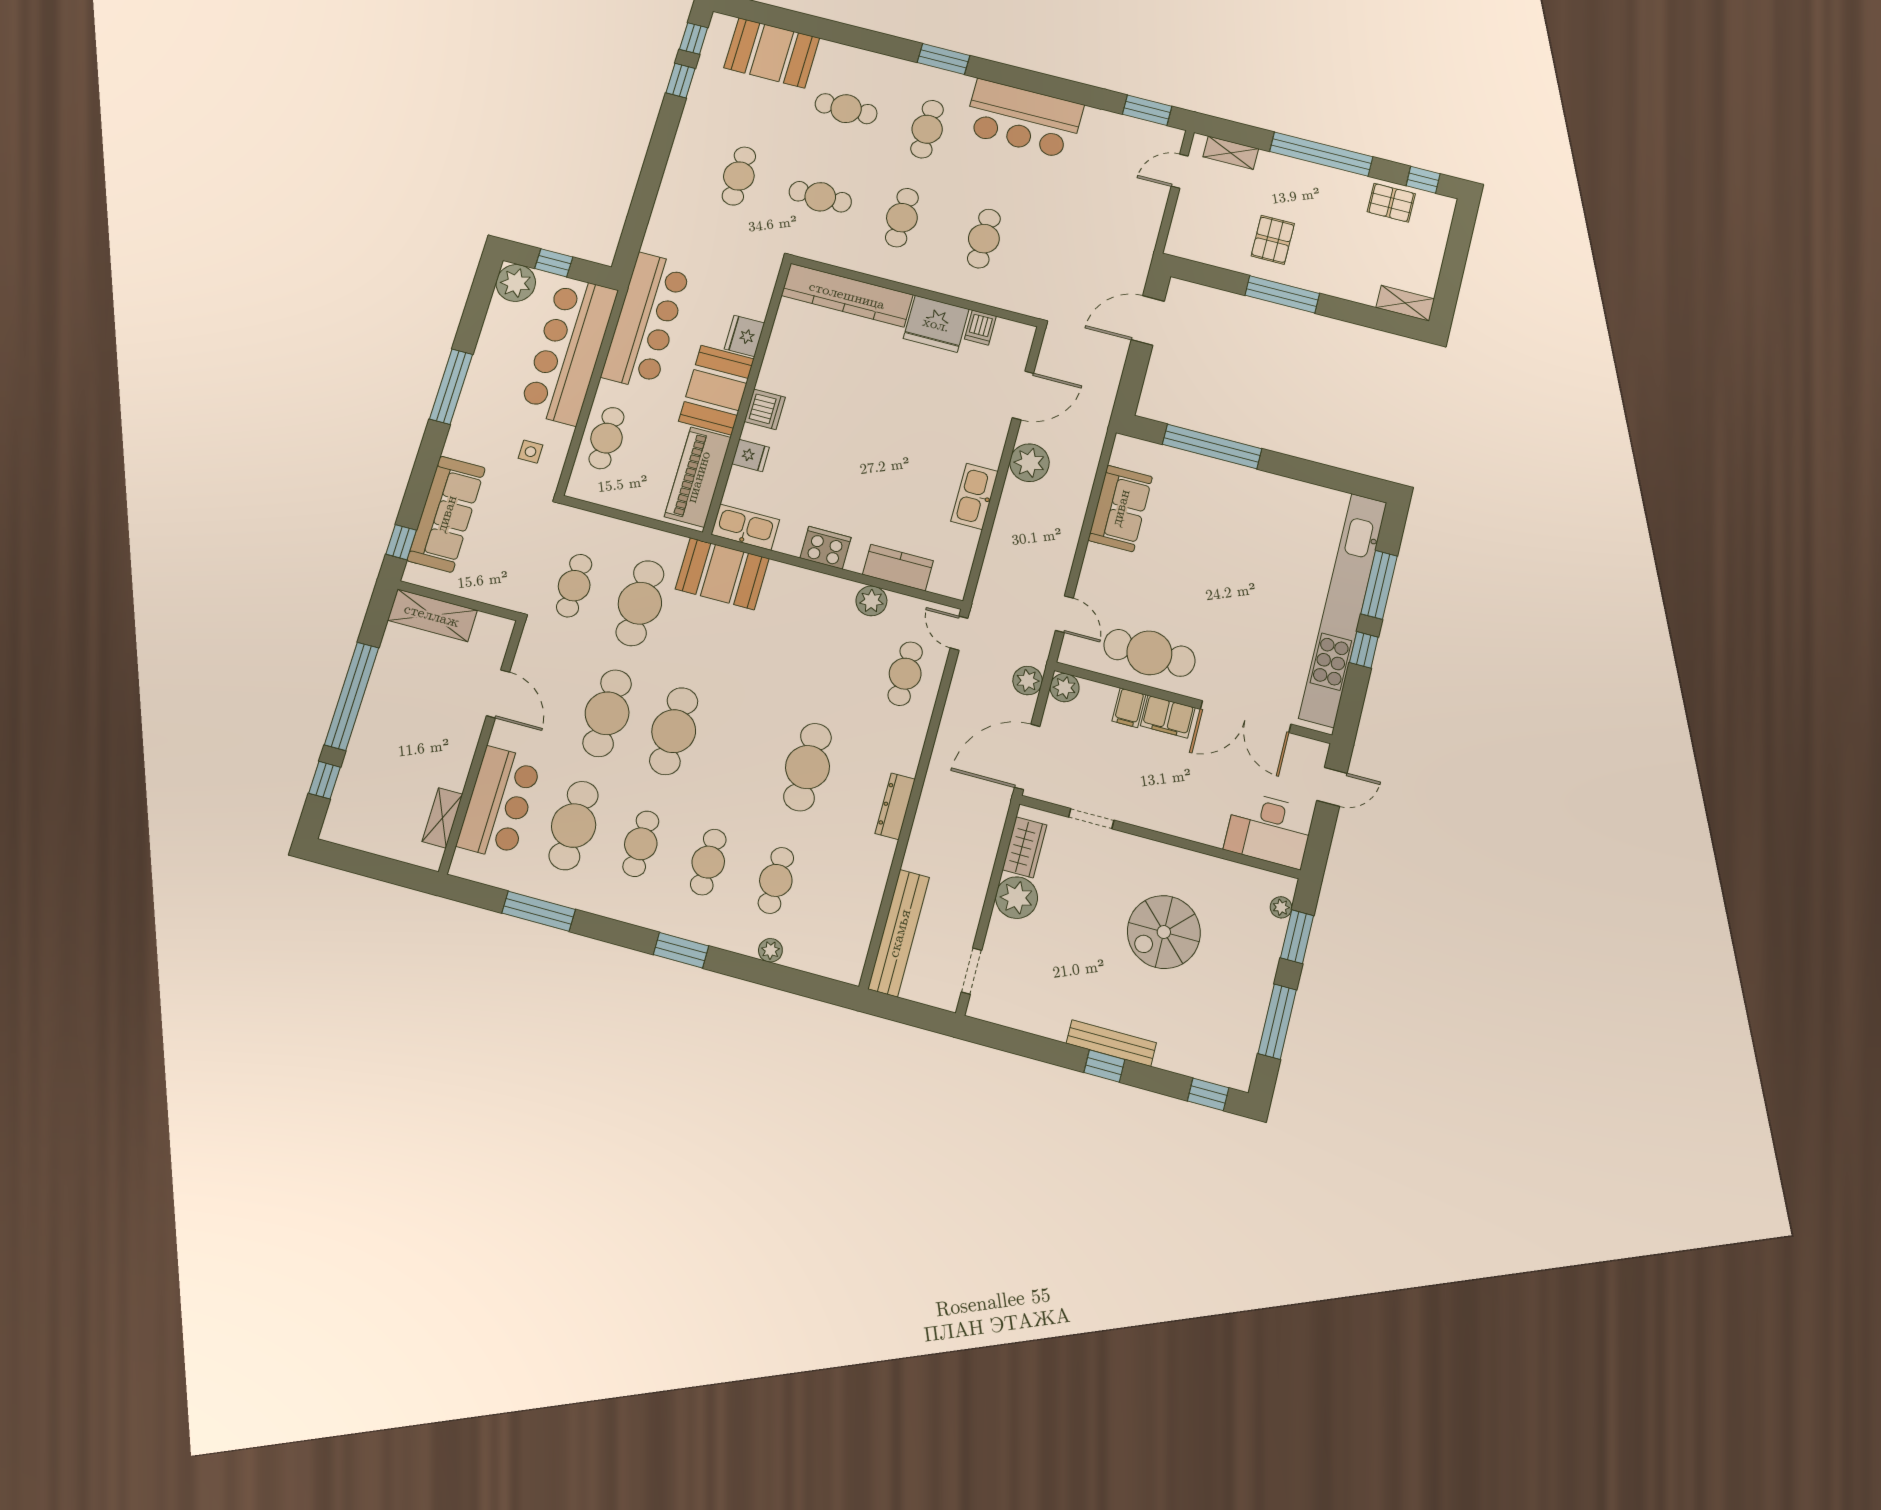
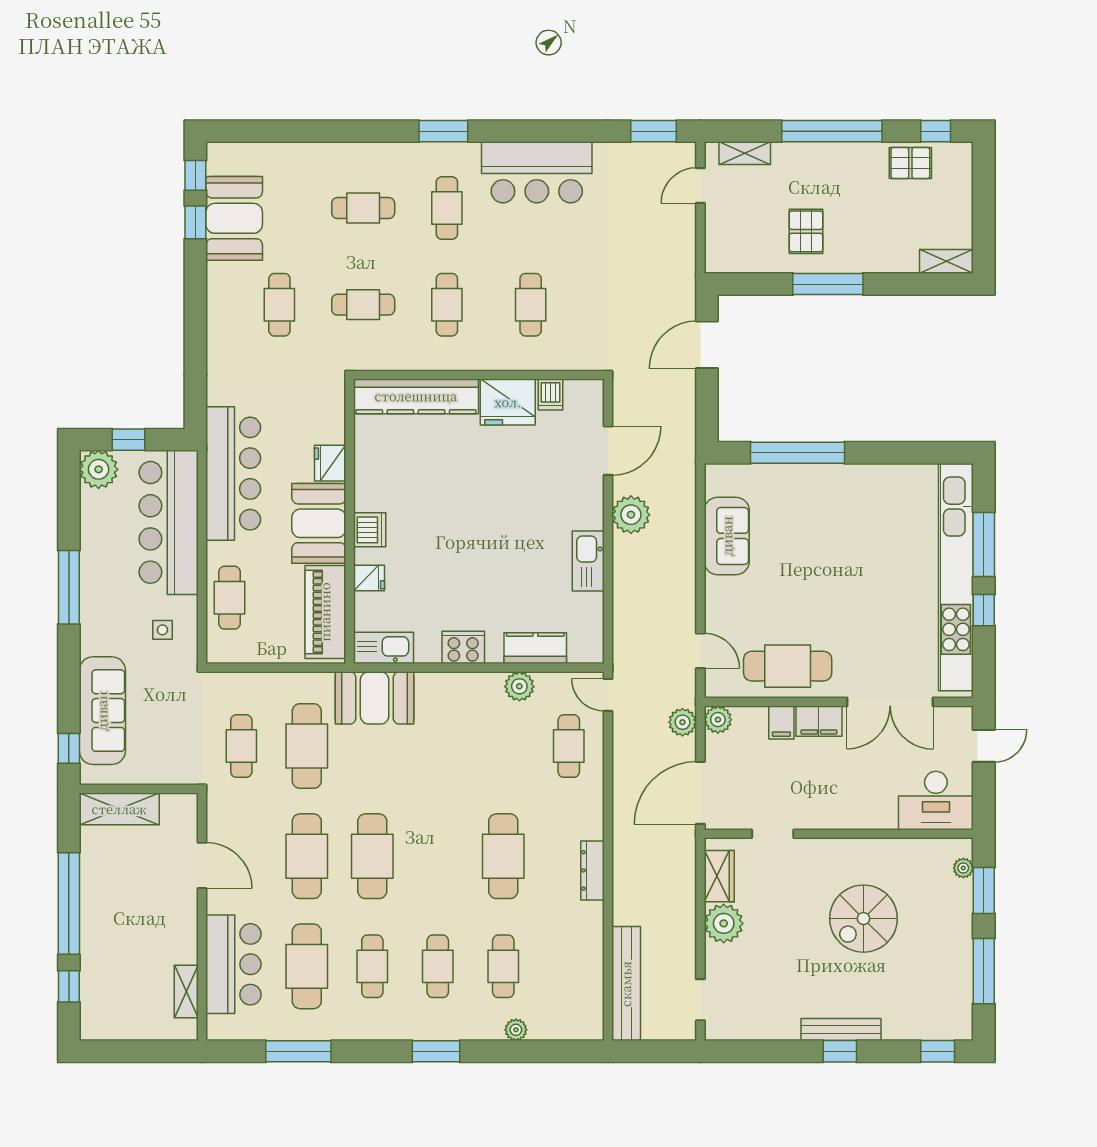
booth: (772, 53) -> (234, 218), moved, turned 90

